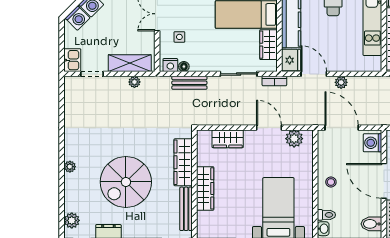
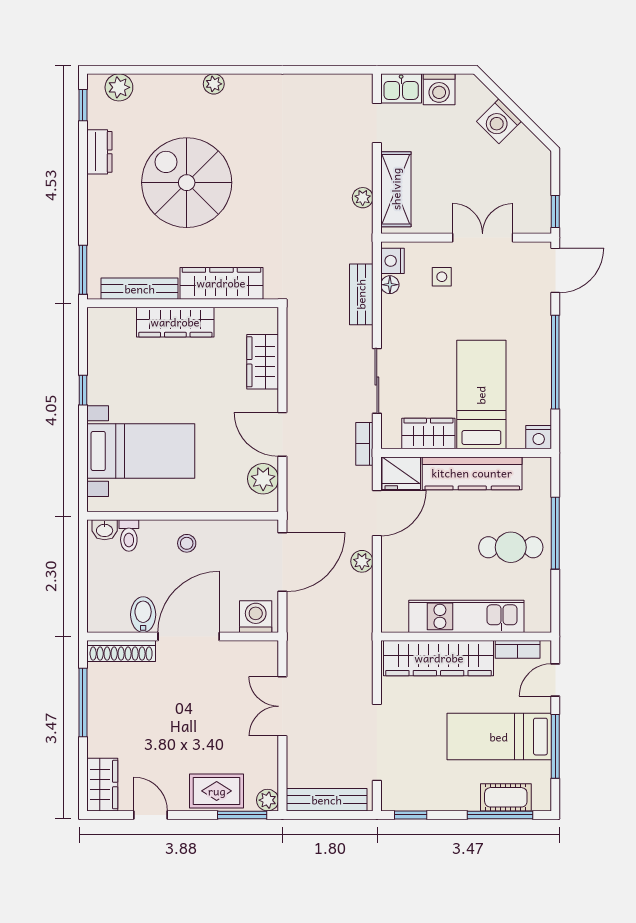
washing machine: (77, 18) -> (439, 89), moved, turned -45
door: (269, 128) -> (282, 434), swing flipped
bidet: (371, 224) -> (143, 615), moved

